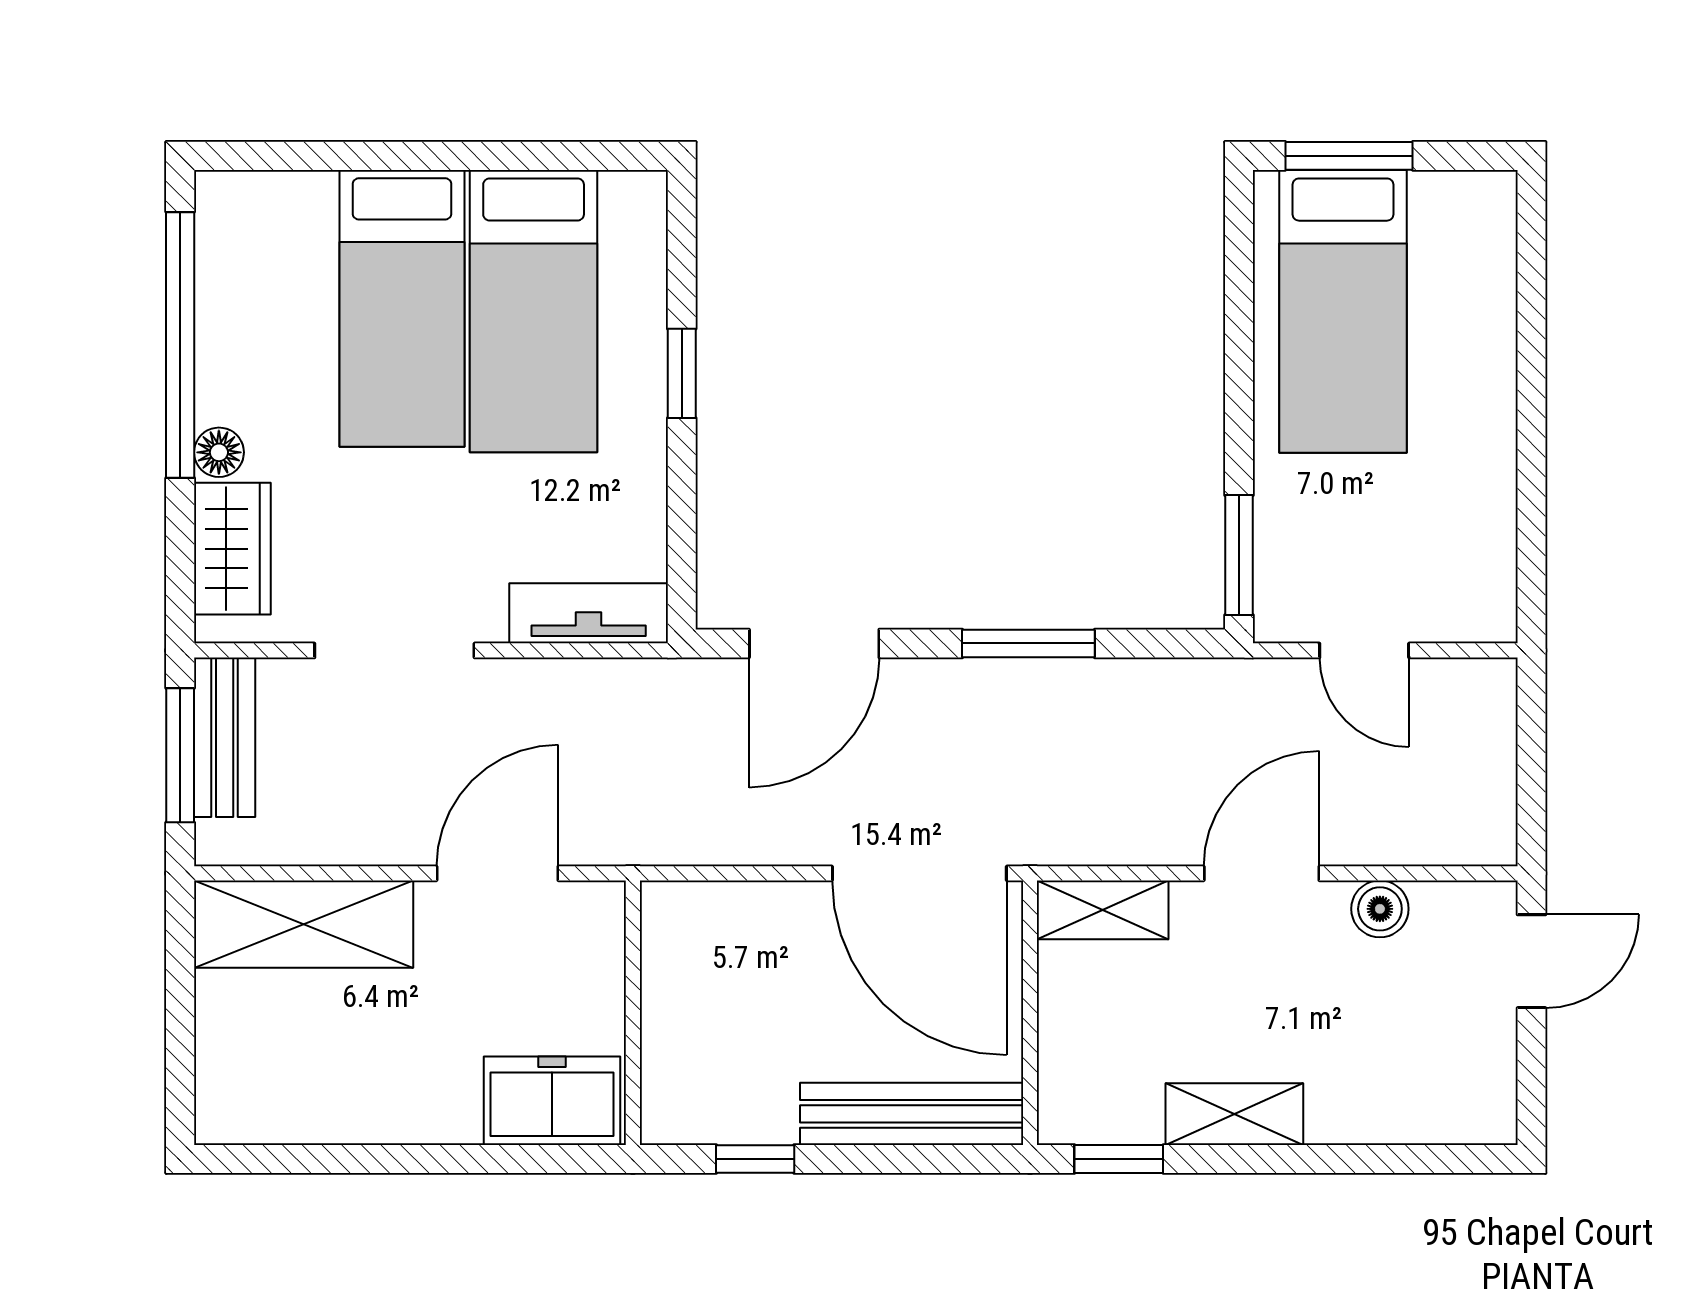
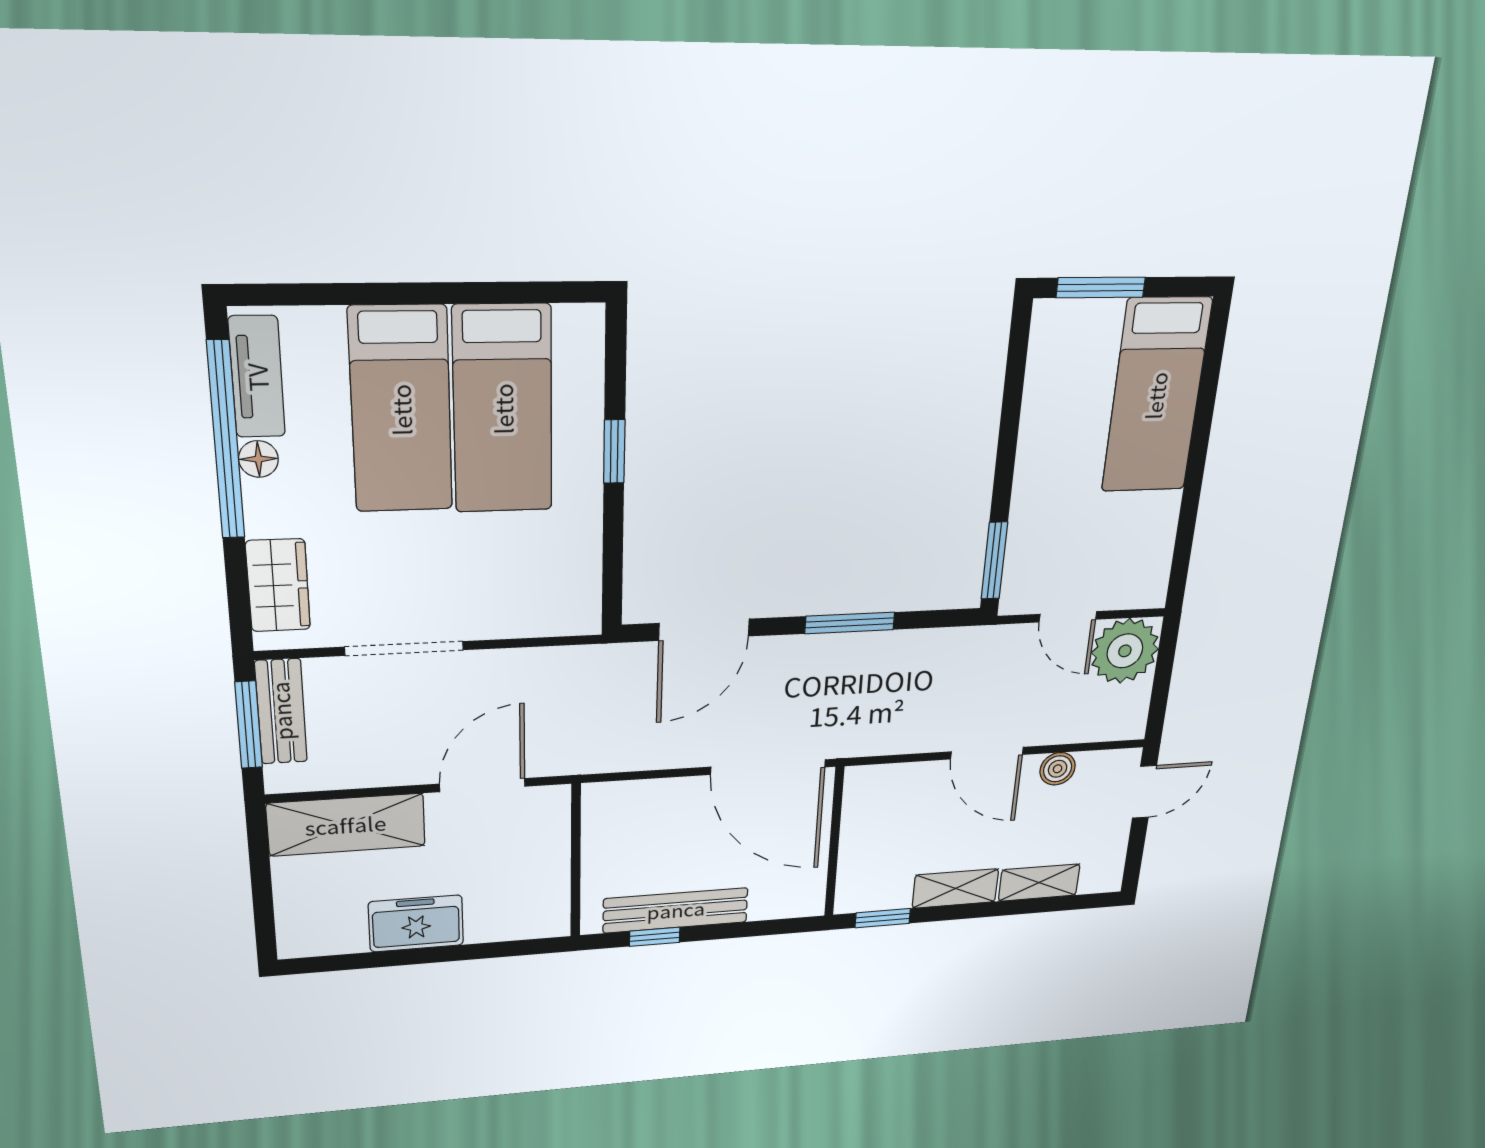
bed: (1343, 311) -> (1156, 396), moved
floor lamp: (219, 452) -> (258, 459), moved
tv unit: (589, 613) -> (257, 377), moved, turned 90
plant: (1463, 712) -> (1125, 651), added
door: (1262, 873) -> (987, 753), swing flipped
shelving: (1103, 910) -> (1039, 883), moved
freezer: (552, 1101) -> (416, 923), moved
bench: (912, 1114) -> (676, 910), moved

